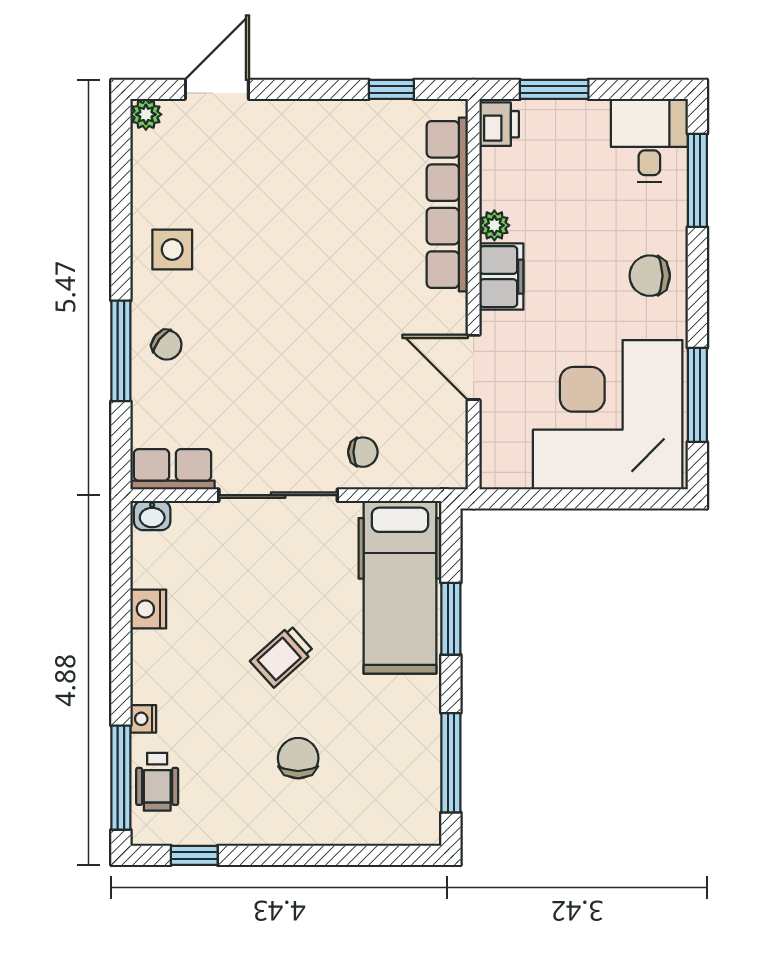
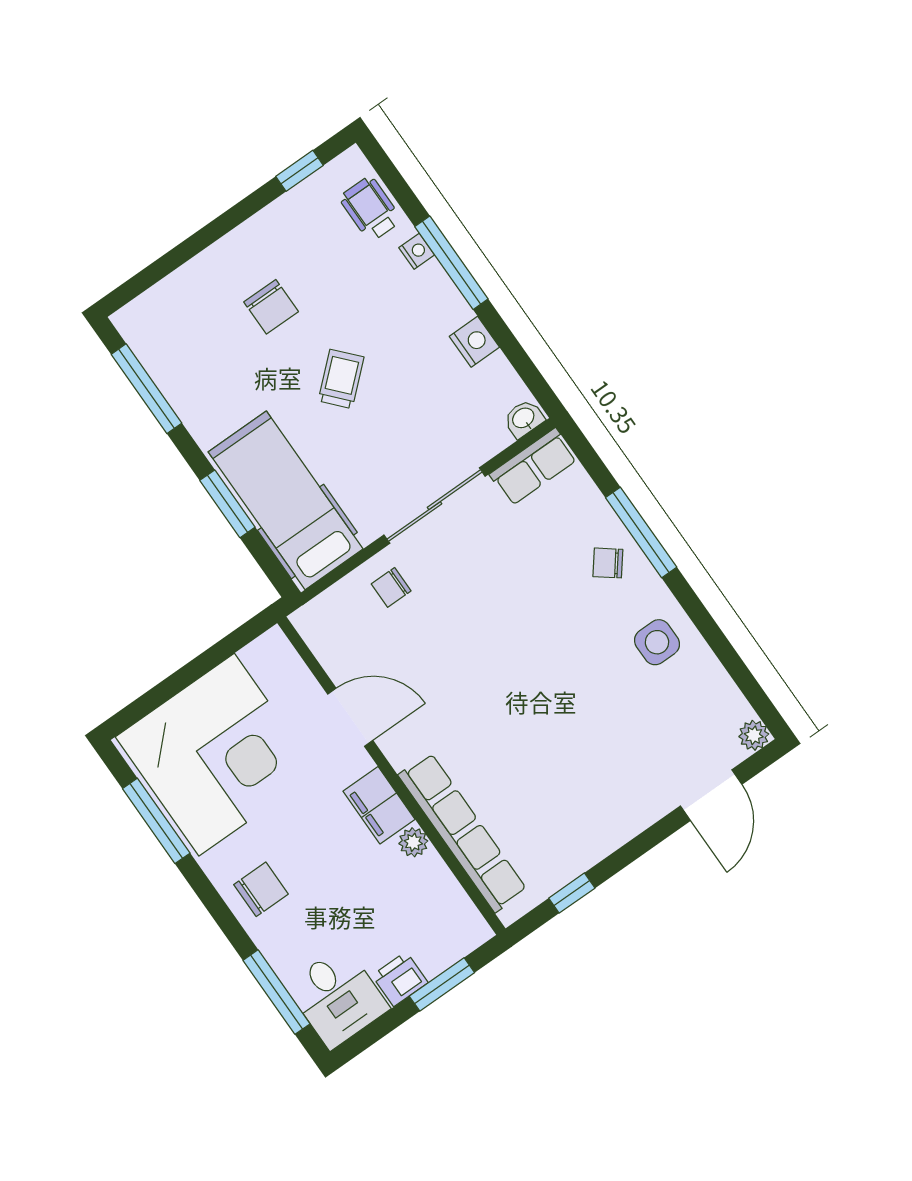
printer: (499, 124) -> (400, 979), moved, turned 90
window: (121, 778) -> (451, 263), moved

